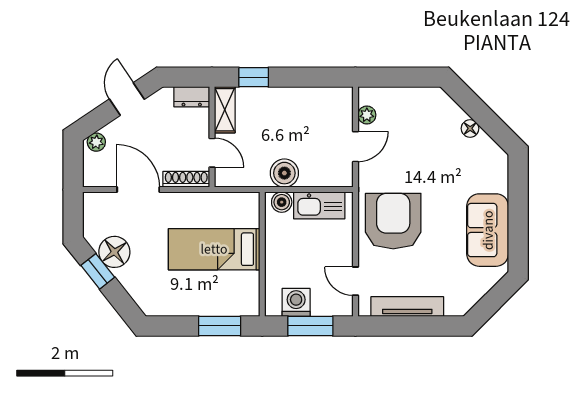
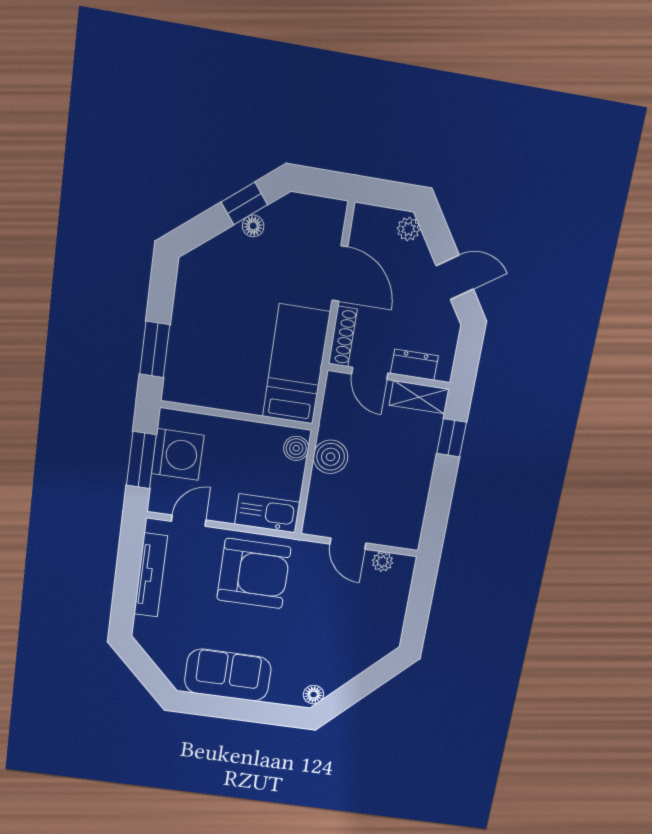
dresser: (192, 97) -> (414, 365), moved, turned 90
floor lamp: (470, 128) -> (314, 695), moved
door: (212, 153) -> (370, 373), hinge flipped
door: (138, 190) -> (340, 274), hinge flipped
kitchen sink: (319, 205) -> (267, 513), moved, turned 90
bed: (214, 249) -> (296, 365), moved
floor lamp: (114, 252) -> (253, 226), width x0.53, depth x0.53
washing machine: (296, 302) -> (178, 454), width x1.37, depth x1.37

